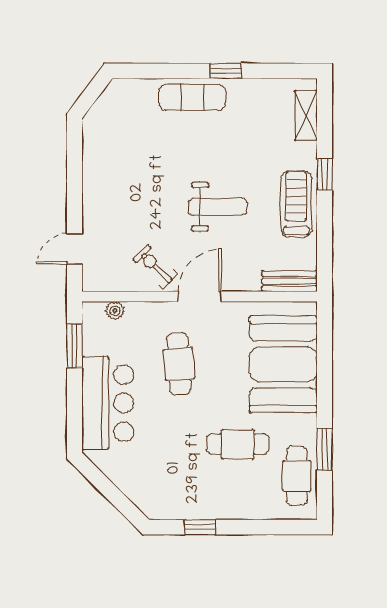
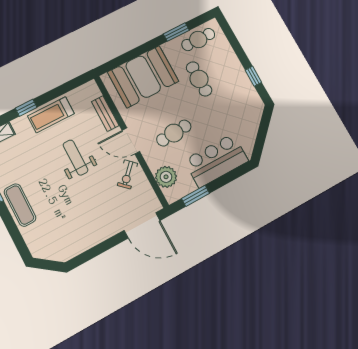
door: (74, 249) -> (142, 225), width x1.87
bench: (290, 281) -> (105, 114), moved
plant: (115, 311) -> (166, 177), width x1.88, depth x1.88

